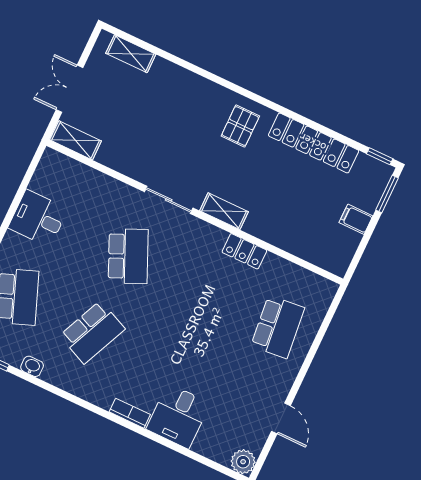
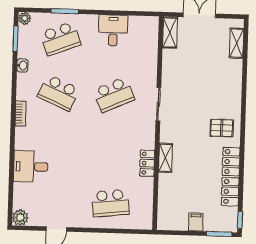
shelving: (224, 211) -> (166, 158), moved
bookcase: (130, 413) -> (20, 113), moved

